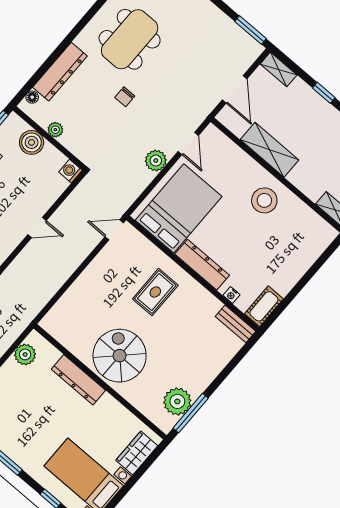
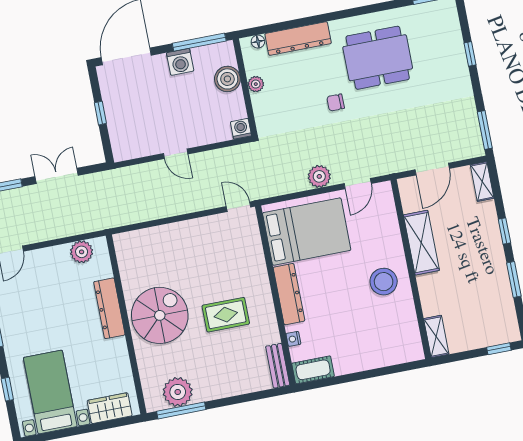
rug: (155, 292) -> (226, 315), moved

